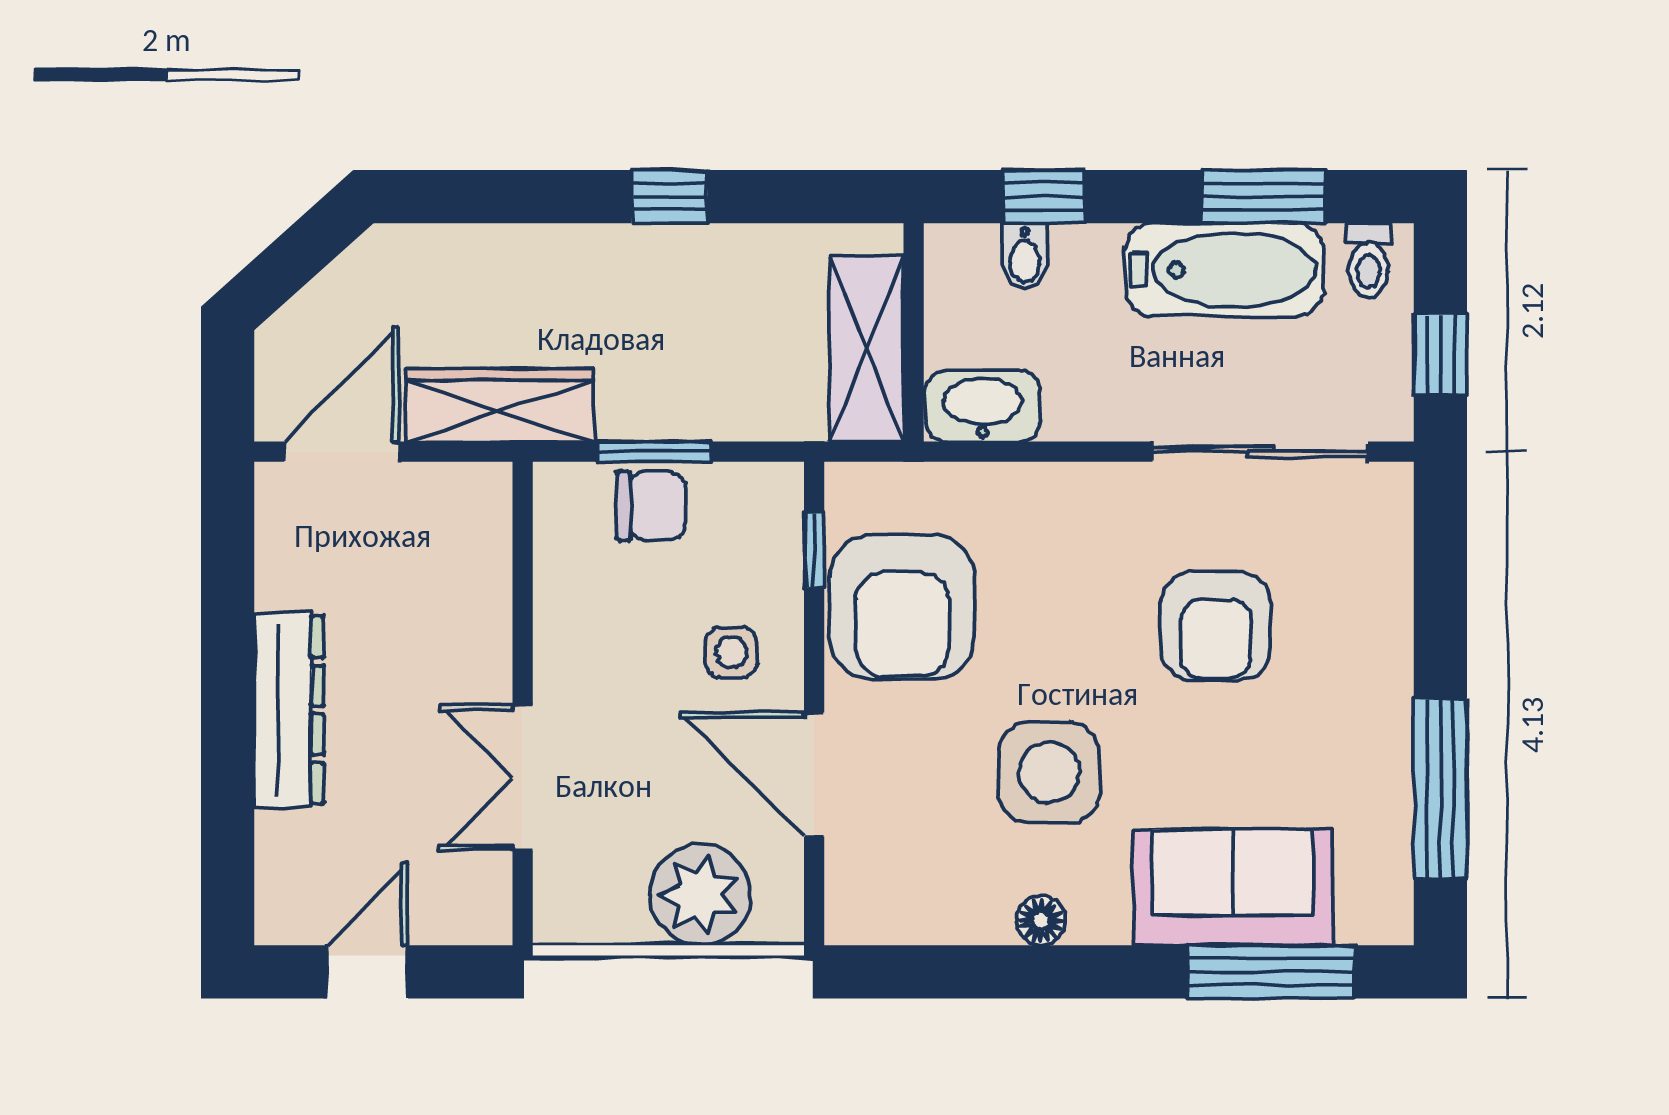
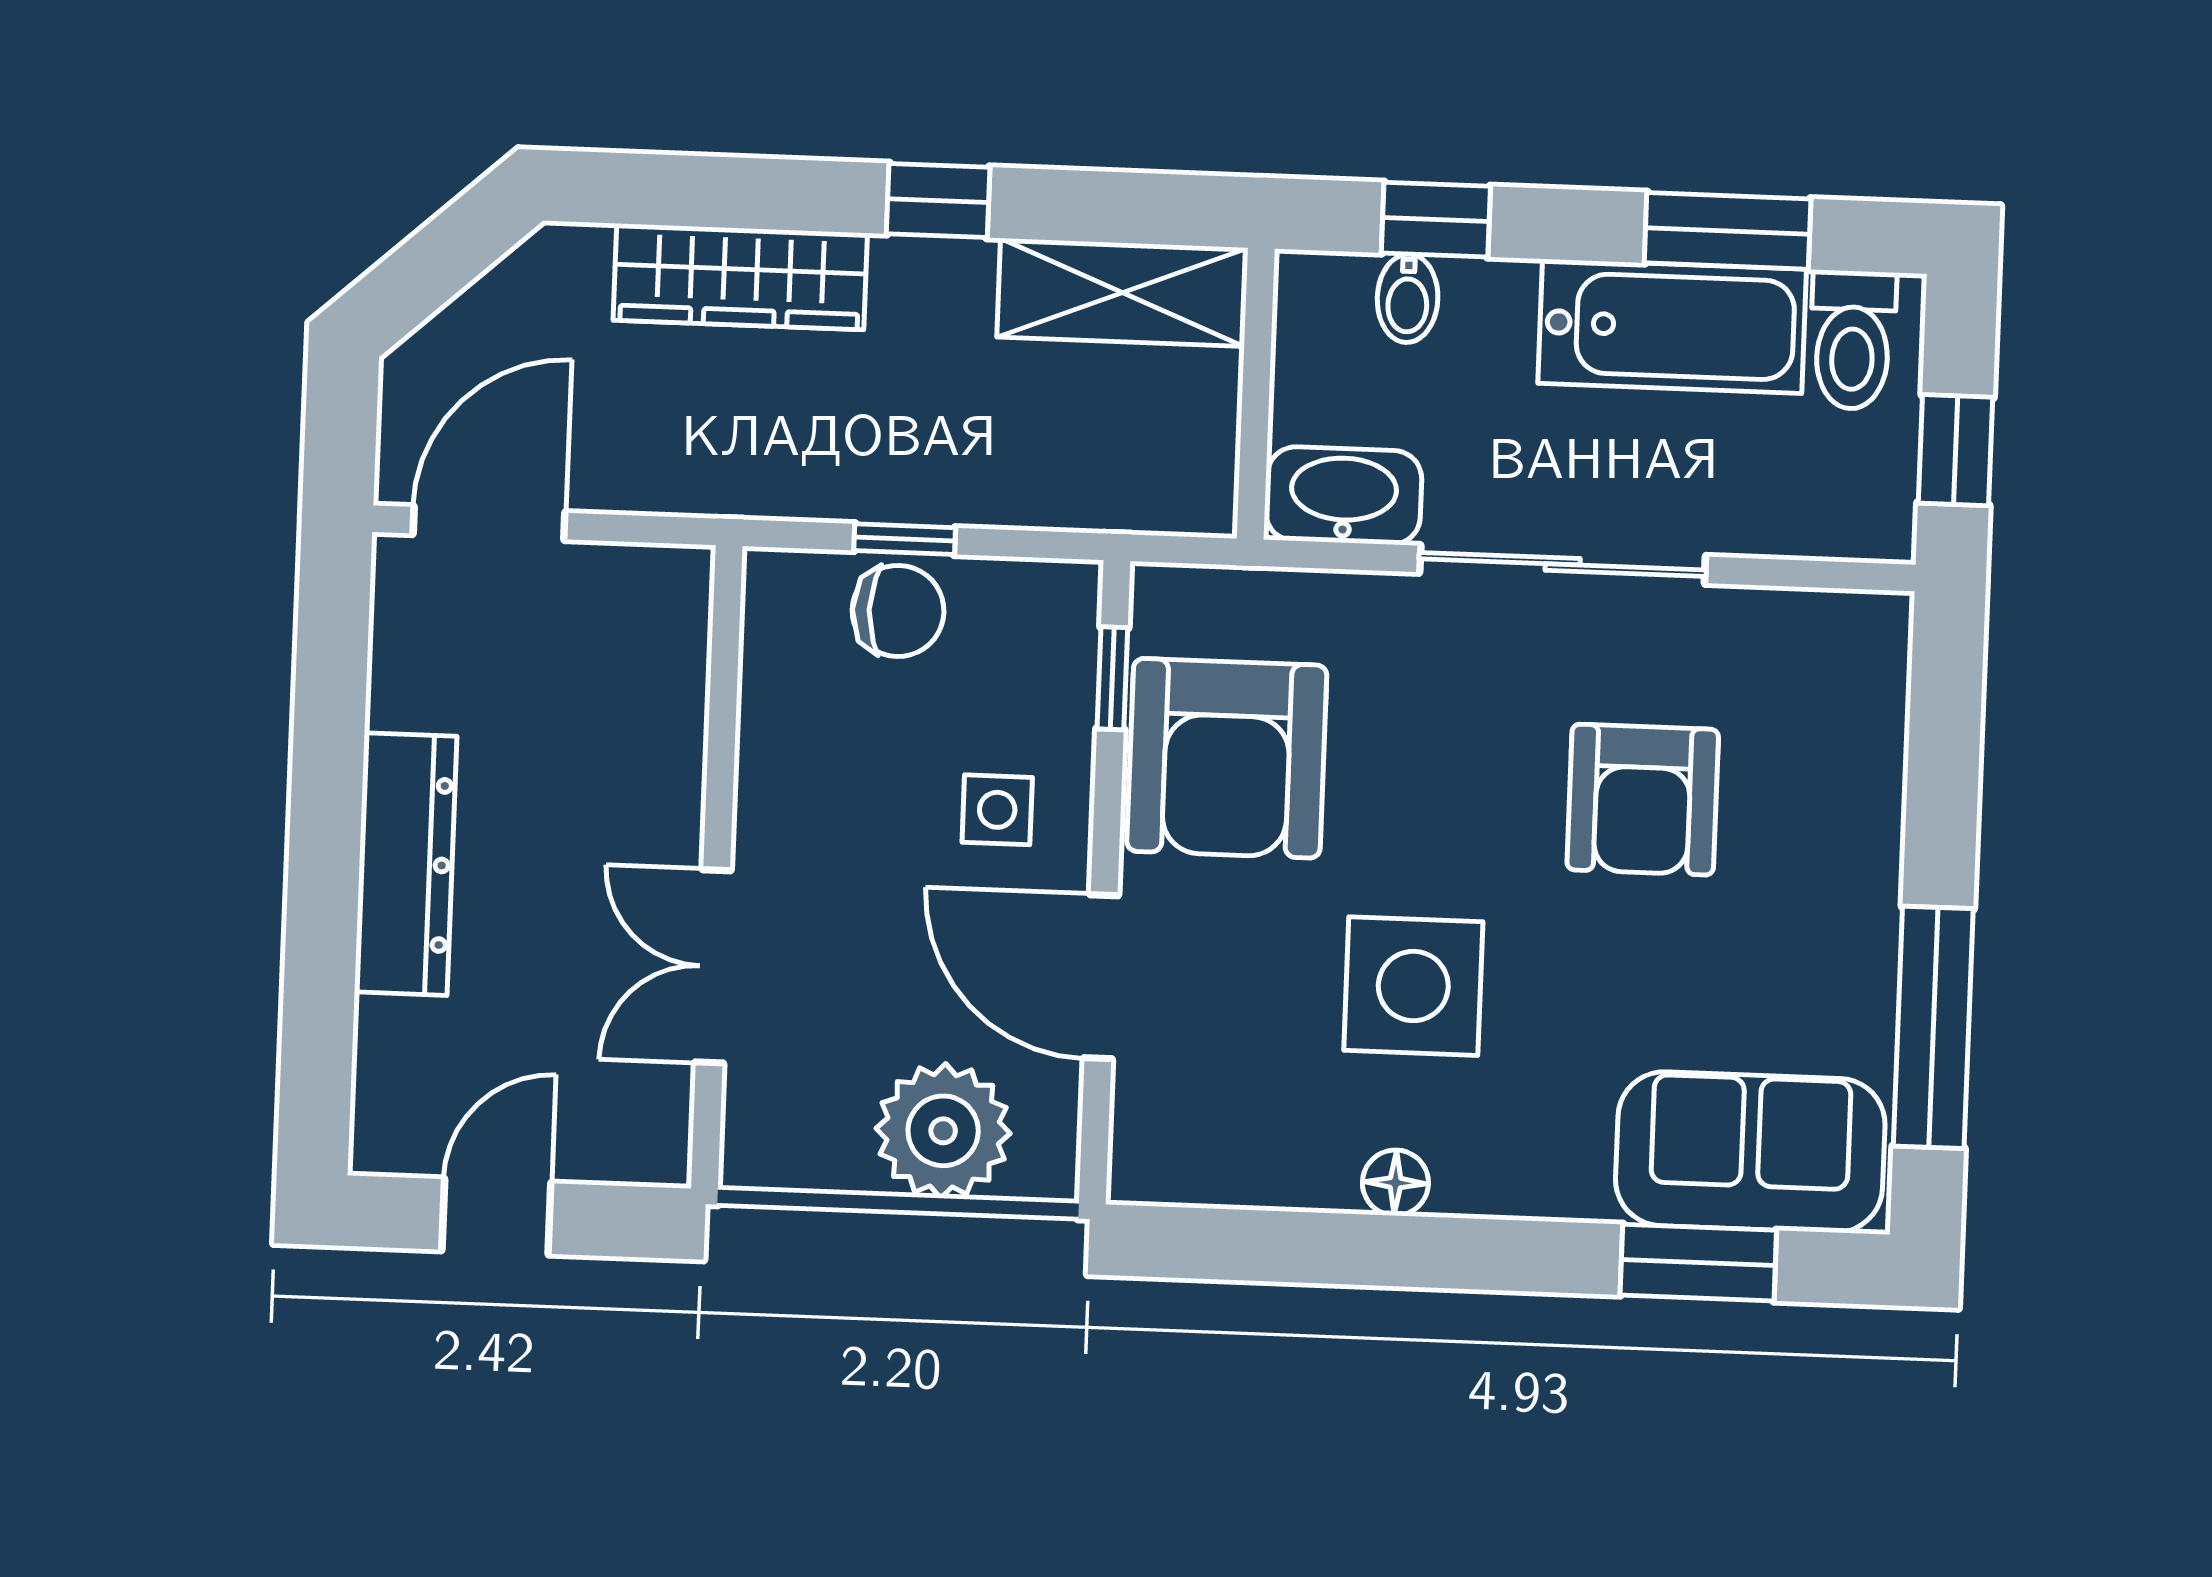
toilet: (1369, 260) -> (1853, 340), width x1.37, depth x1.39
shelving: (866, 349) -> (1123, 293), moved, turned 90
wardrobe: (500, 405) -> (740, 277), moved, turned 180
window: (654, 452) -> (905, 539), width x0.67
sliding door: (1260, 452) -> (1563, 564), moved
sofa: (1233, 887) -> (1750, 1152), moved
window: (1271, 972) -> (1698, 1263), width x0.69

